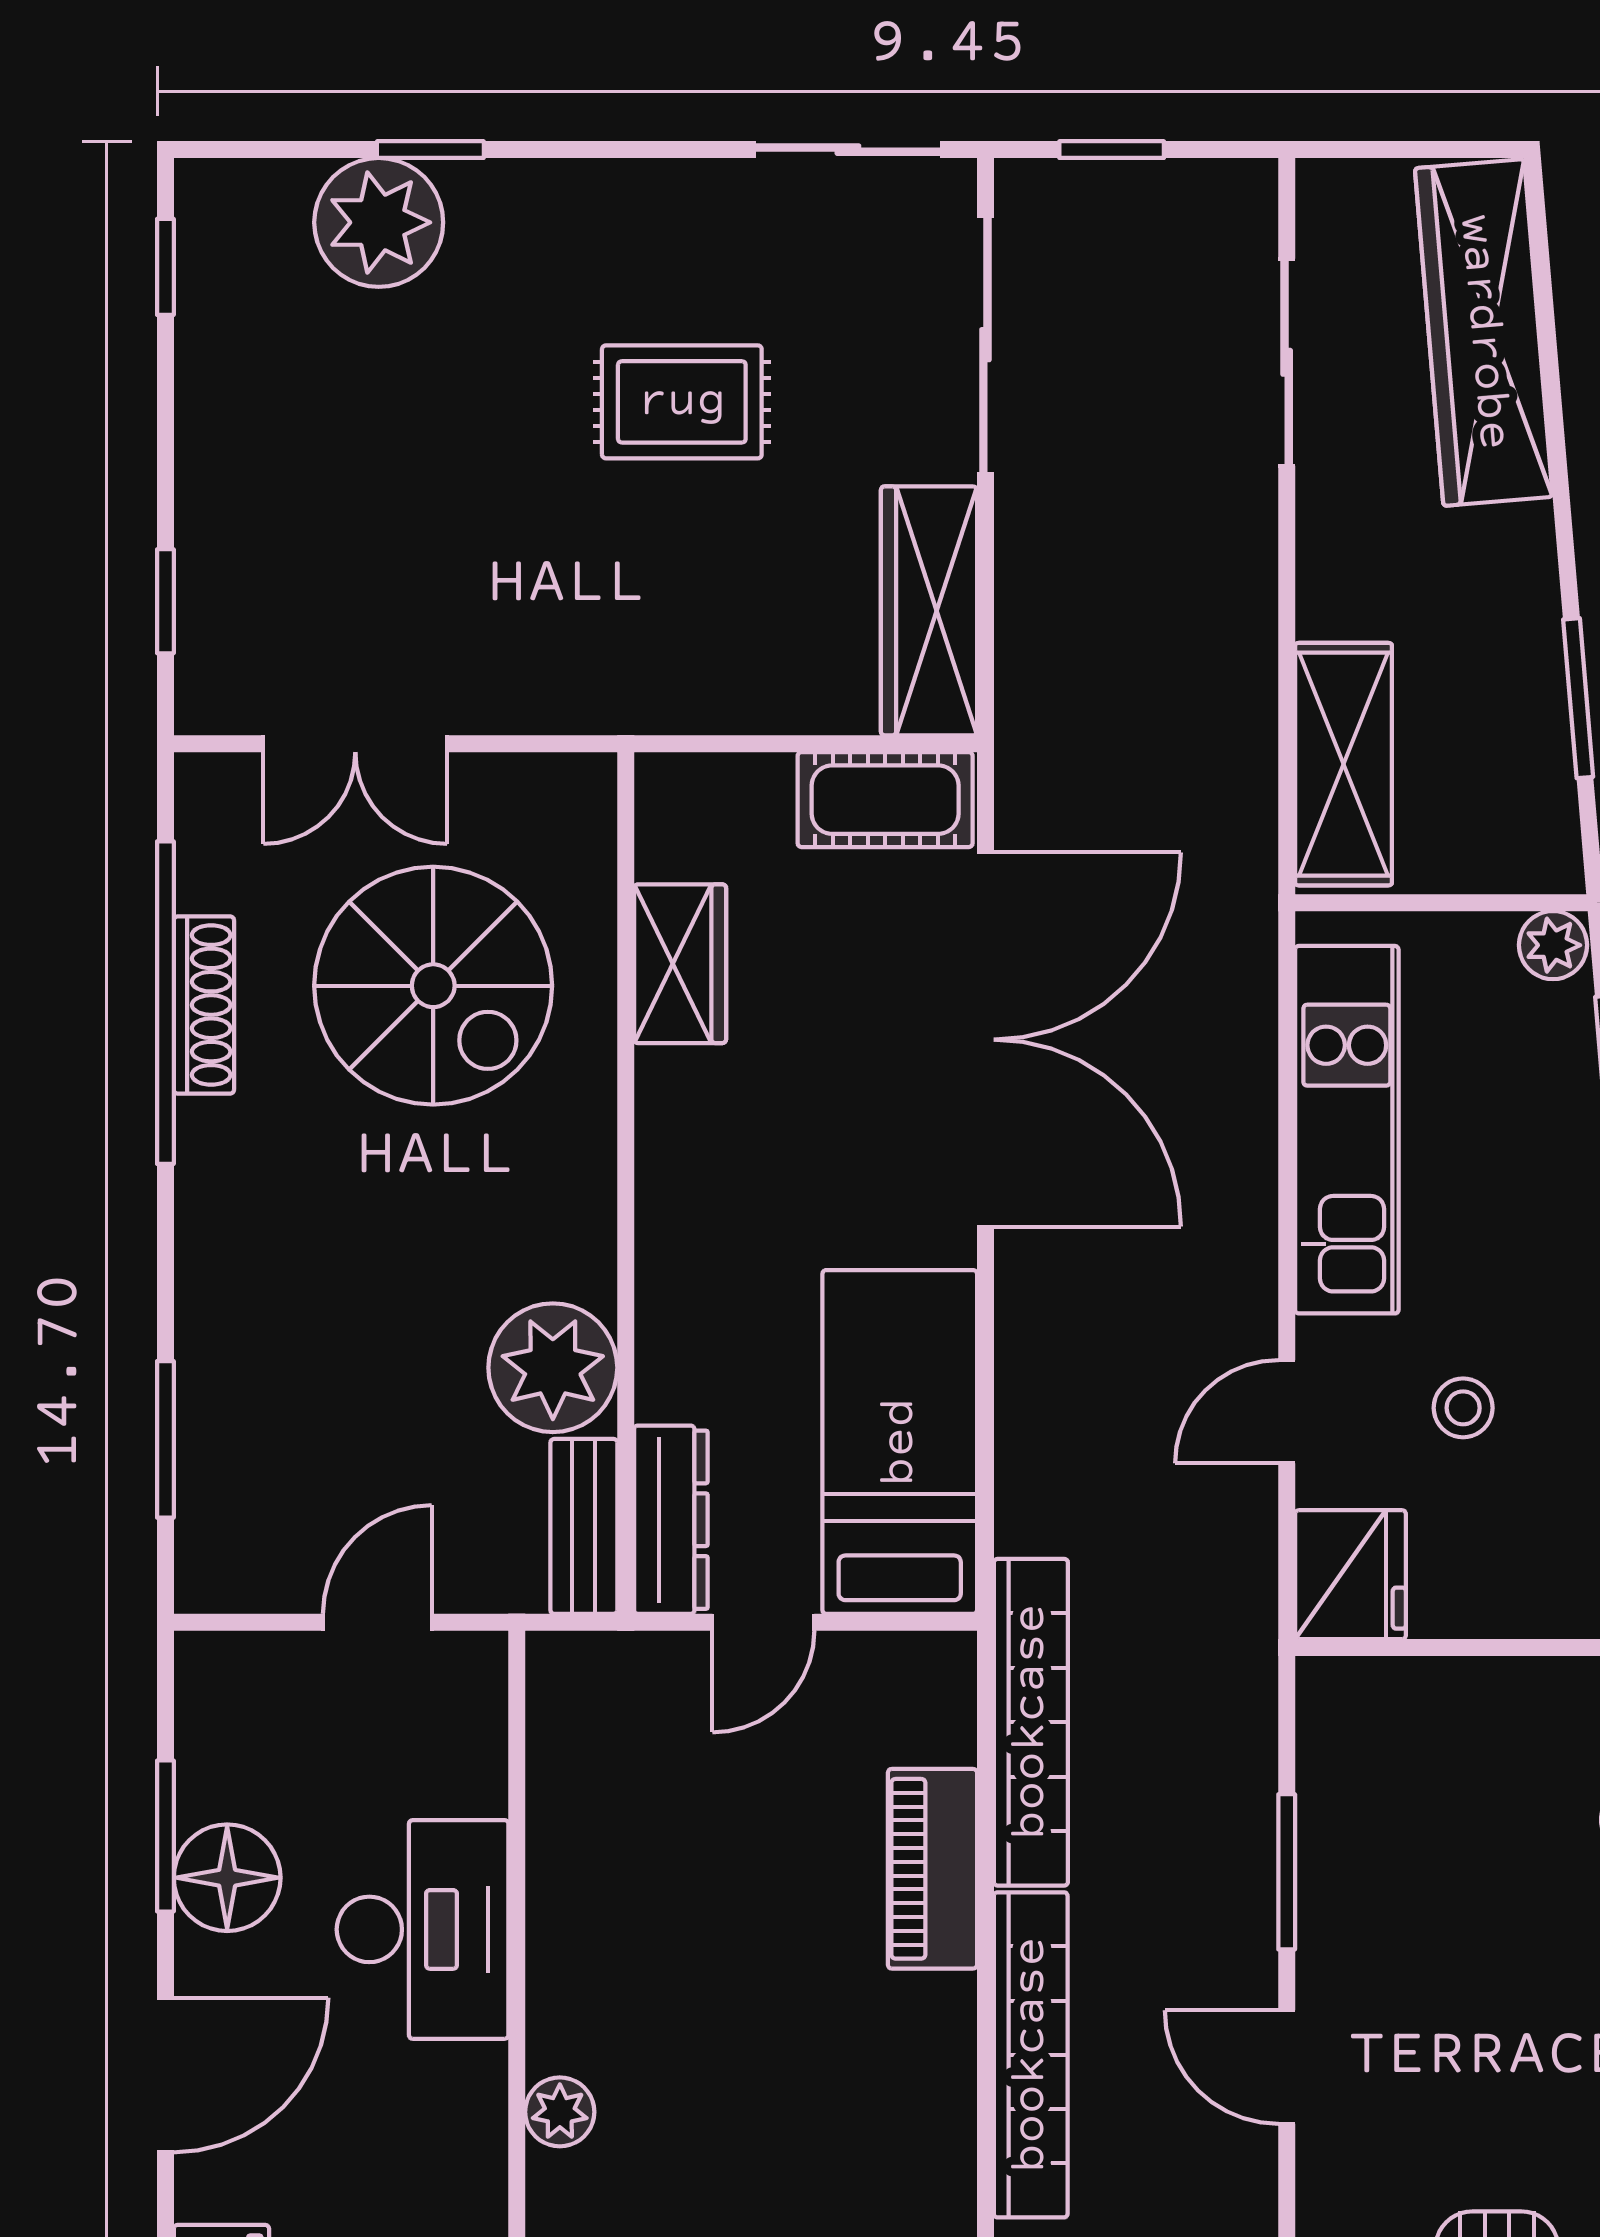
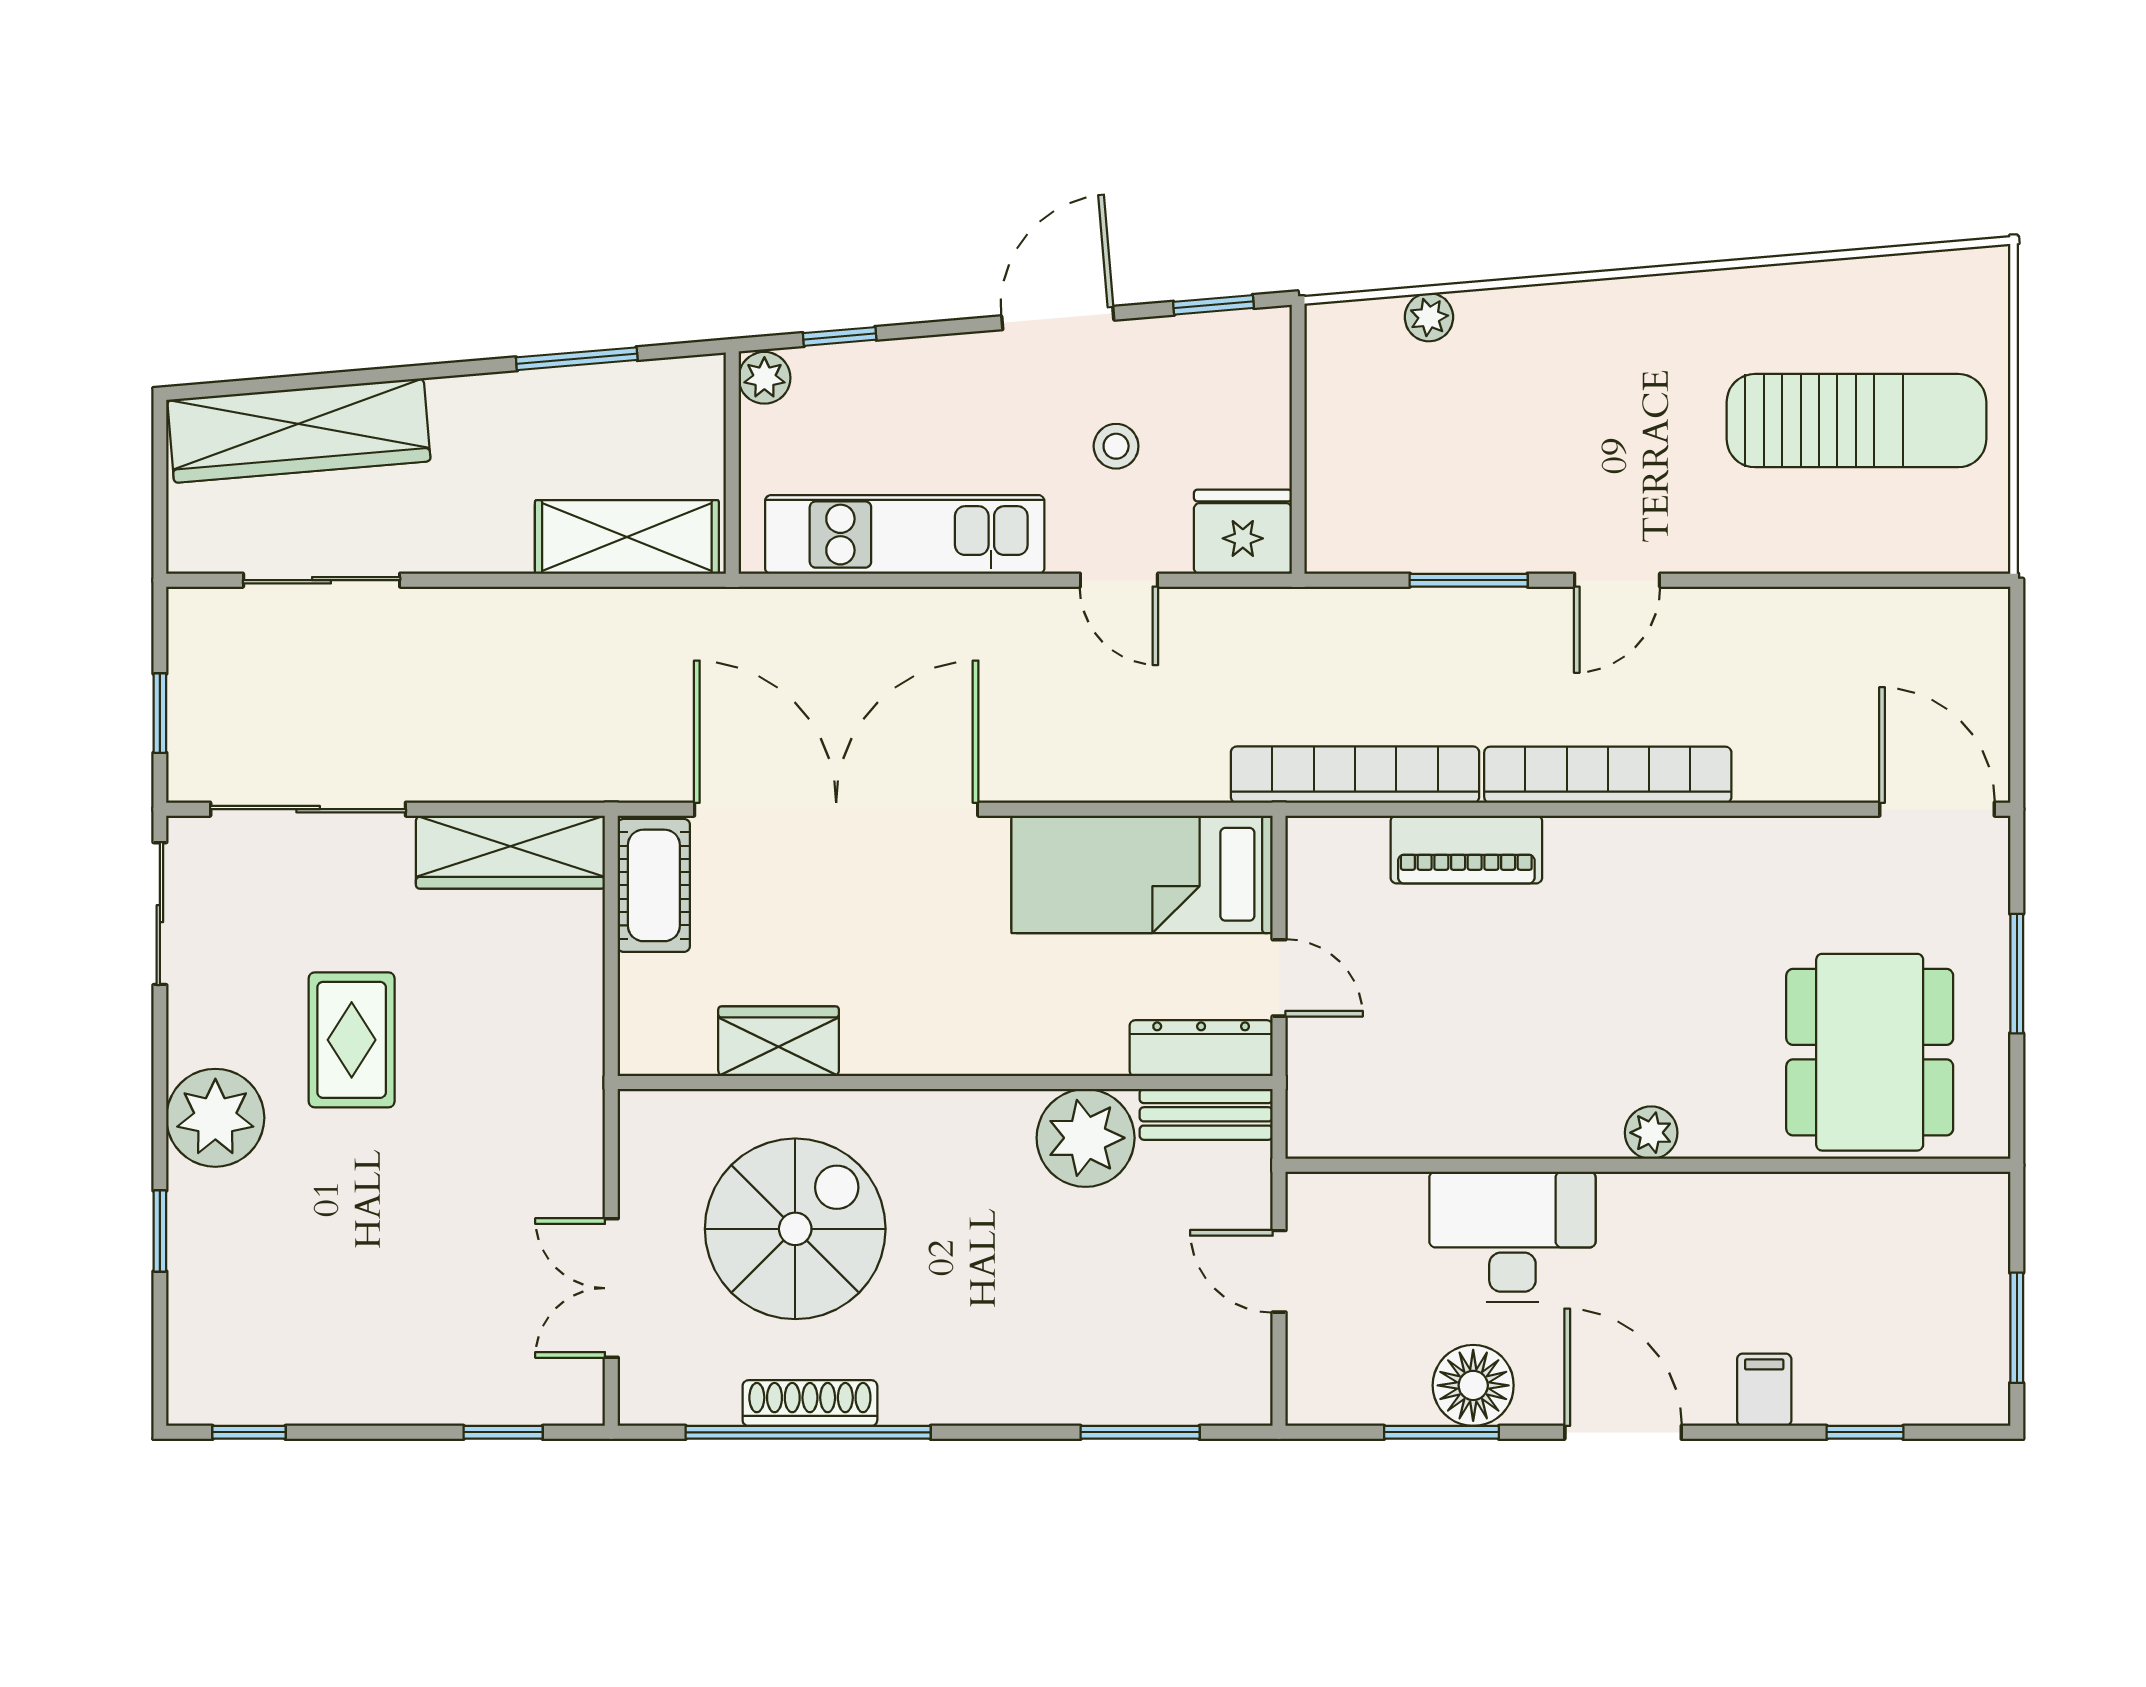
plant: (379, 222) -> (215, 1118), moved
double door: (355, 744) -> (611, 1288), swing flipped

